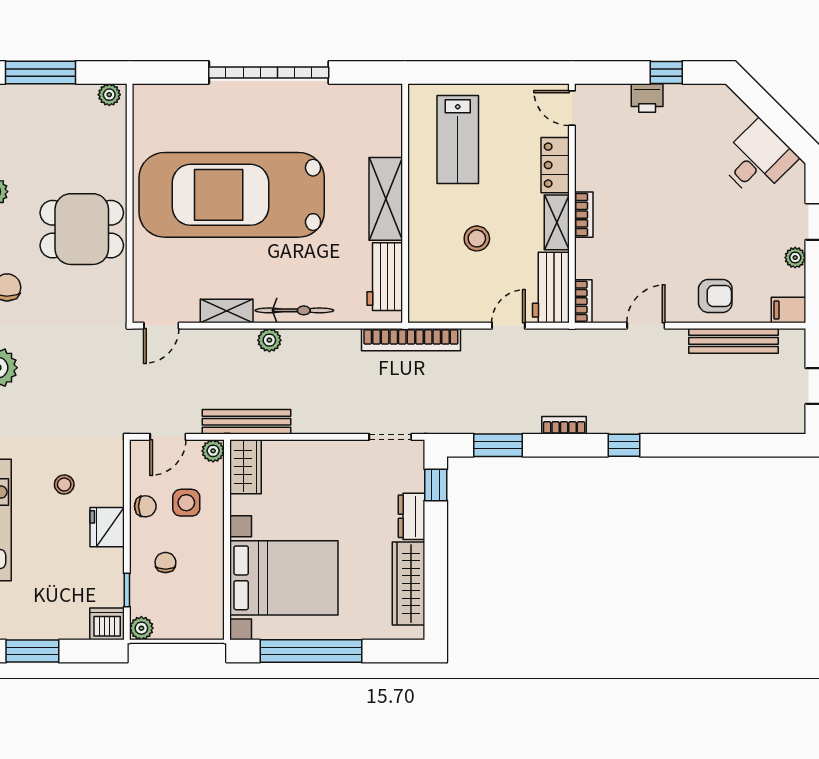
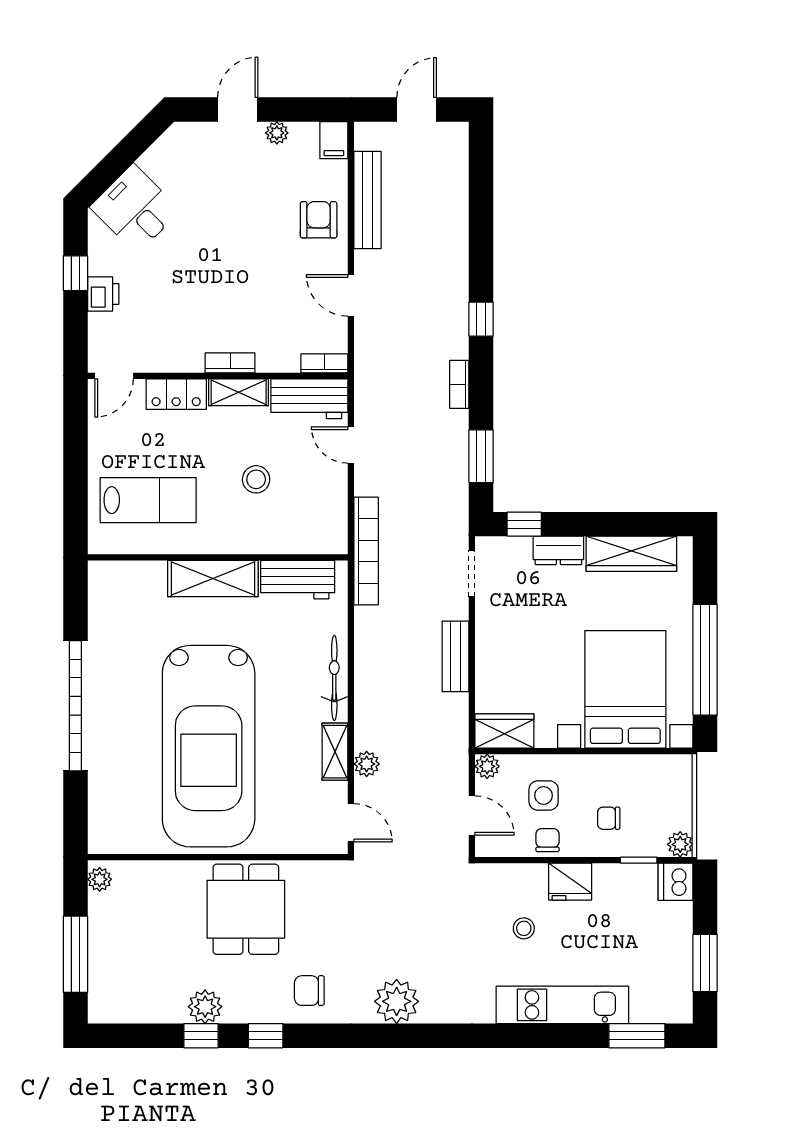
desk: (757, 159) -> (135, 209), moved
plant: (269, 340) -> (367, 764), moved
bench: (247, 422) -> (455, 656), moved, width x0.73

